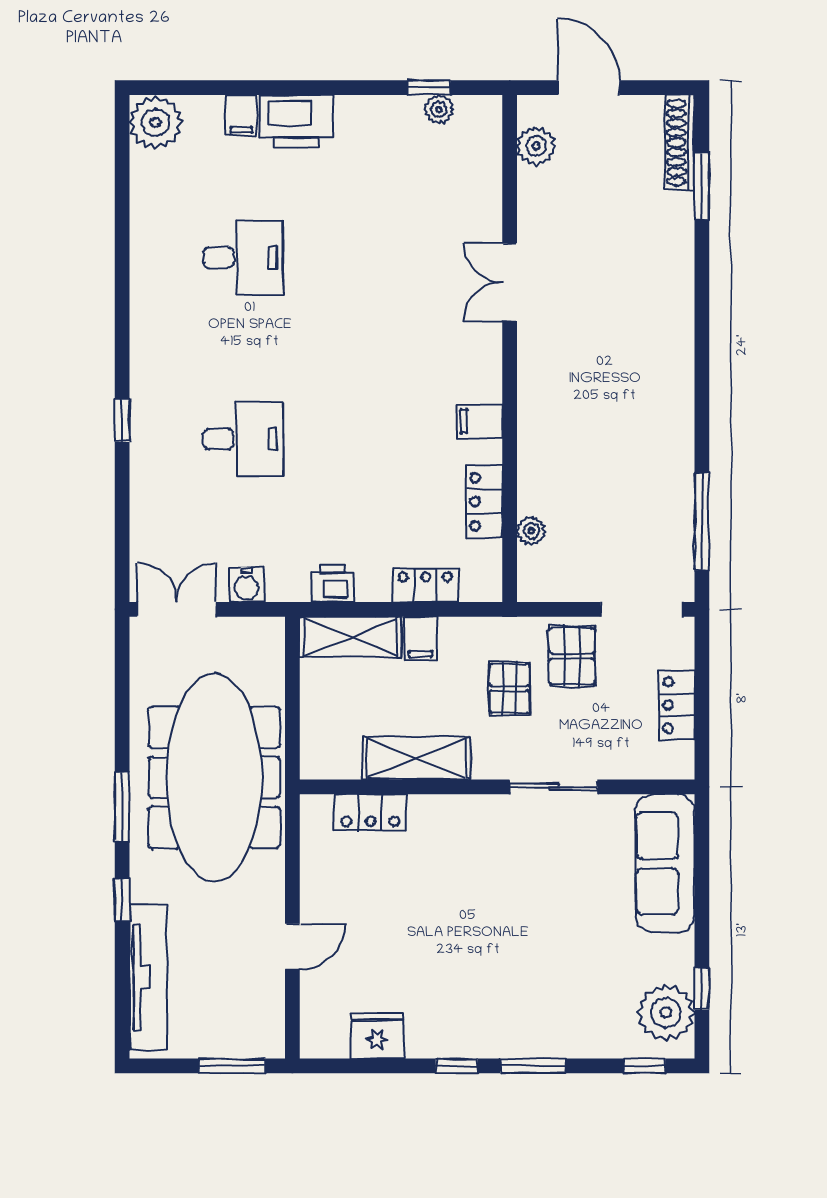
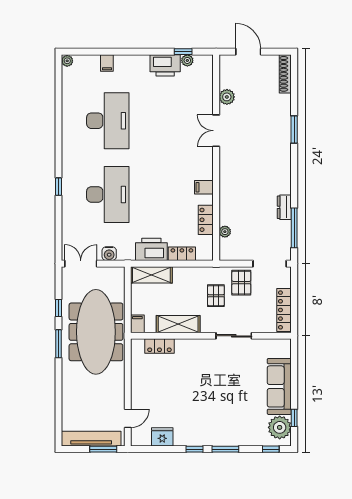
printer: (296, 121) -> (165, 65), moved
plant: (156, 123) -> (67, 61), width x0.53, depth x0.53
plant: (536, 146) -> (227, 97), moved
window: (702, 186) -> (294, 129), moved
desk: (243, 258) -> (108, 121), width x1.87, depth x1.30
desk: (243, 439) -> (108, 194), width x1.87, depth x1.30
dresser: (677, 471) -> (284, 207), added
printer: (333, 583) -> (151, 249), width x1.87, depth x1.48
filing cabinet: (421, 639) -> (137, 324), moved, turned 180
locker: (677, 705) -> (284, 310), width x1.53
sofa: (665, 863) -> (279, 386), moved
window: (122, 900) -> (59, 308), moved
door: (292, 947) -> (128, 418), moved
tv unit: (148, 977) -> (91, 439), moved, turned -90

